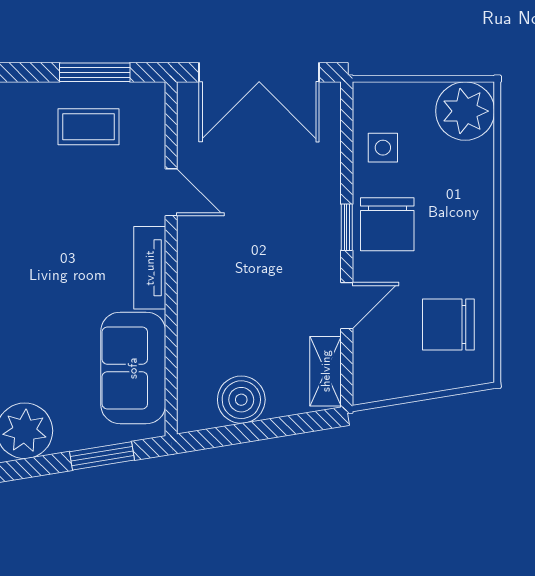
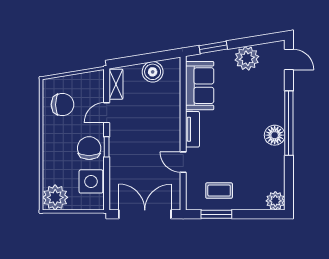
side table: (383, 148) -> (91, 181), width x1.87, depth x1.87

